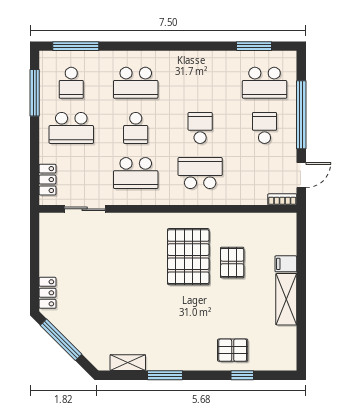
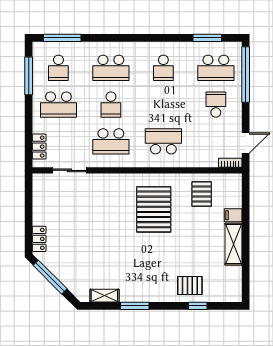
window: (301, 115) -> (246, 74), moved
school desk: (200, 128) -> (163, 68), moved, turned 180
pallet: (232, 262) -> (202, 194), moved

